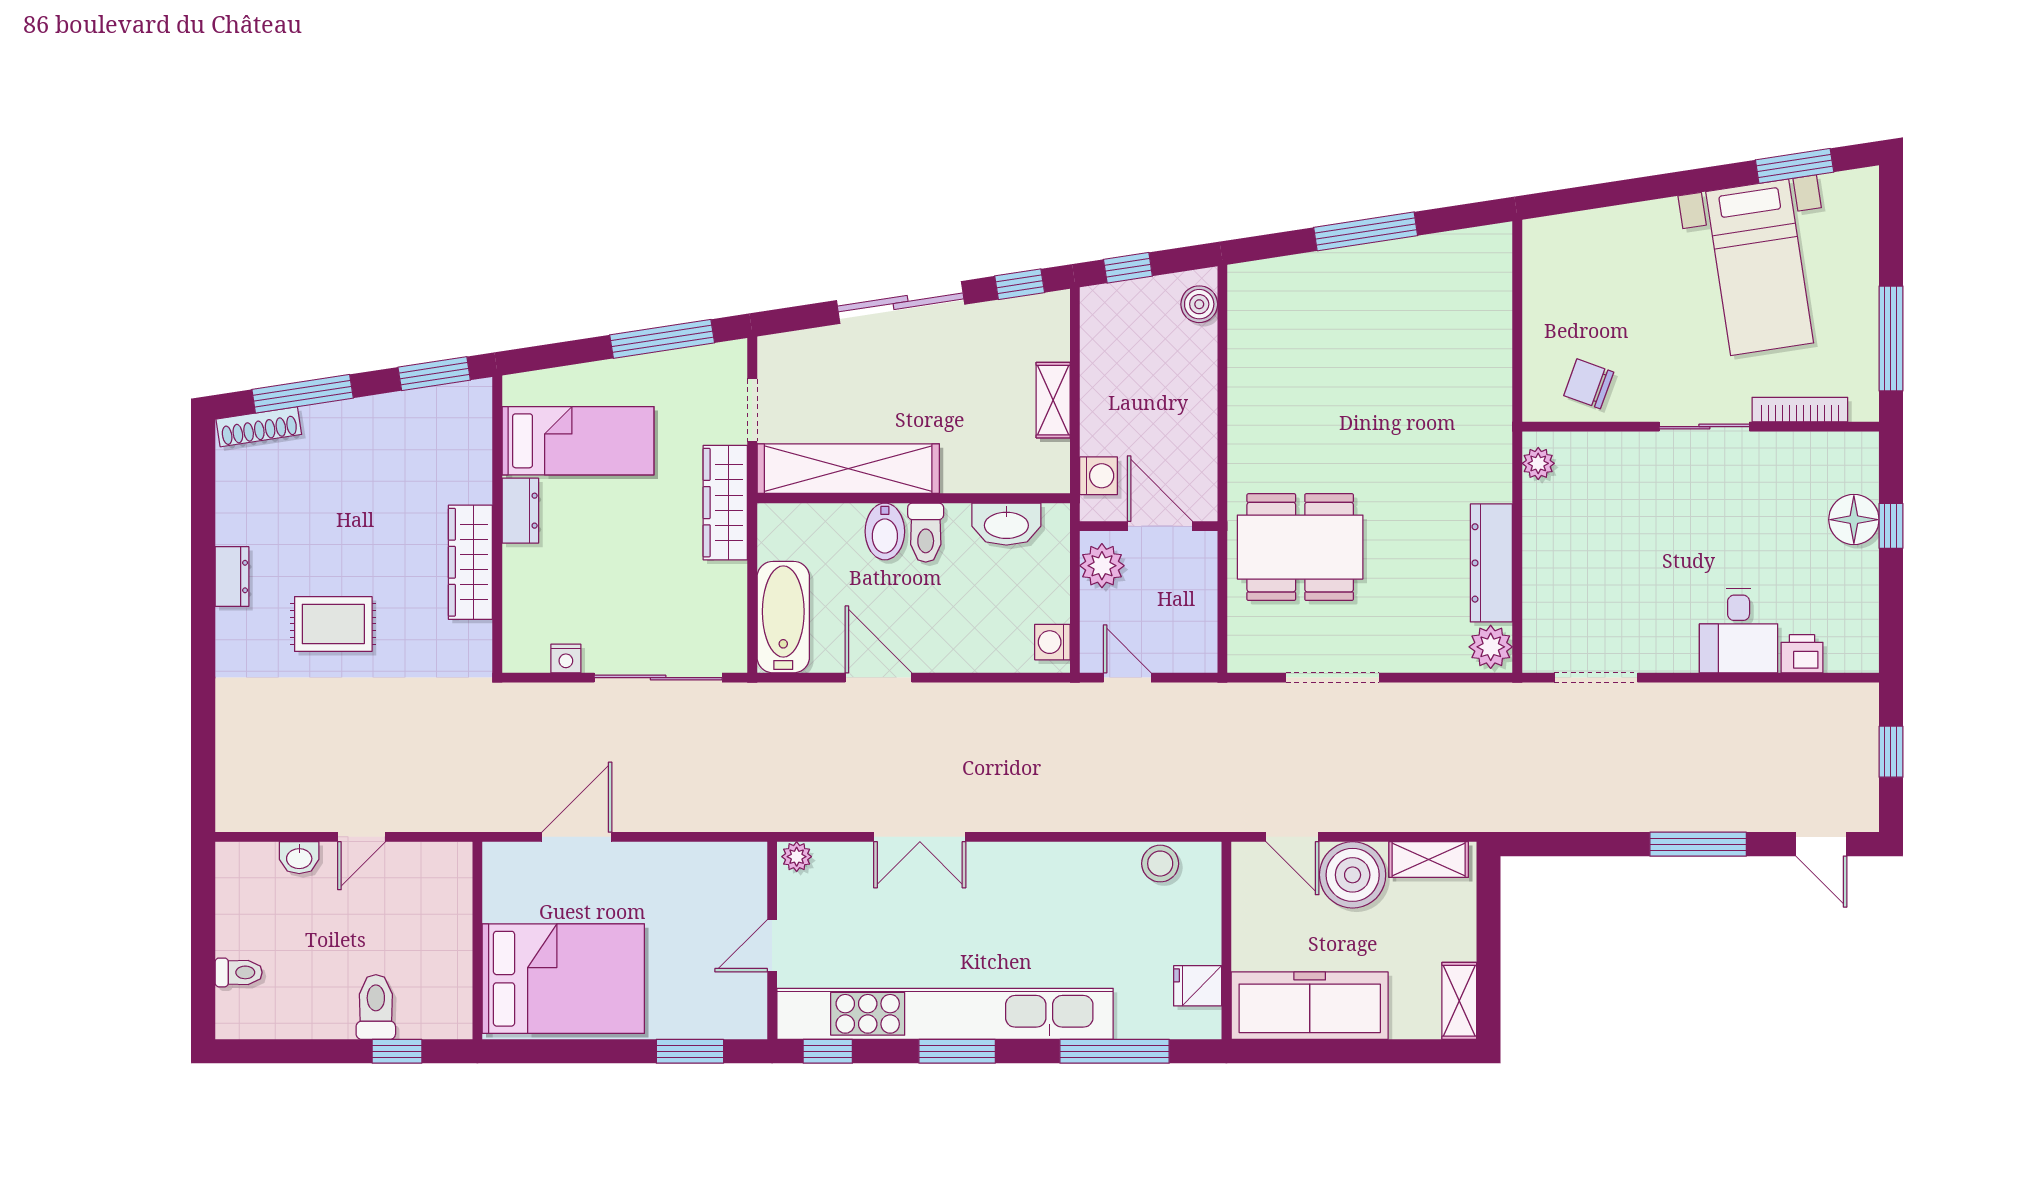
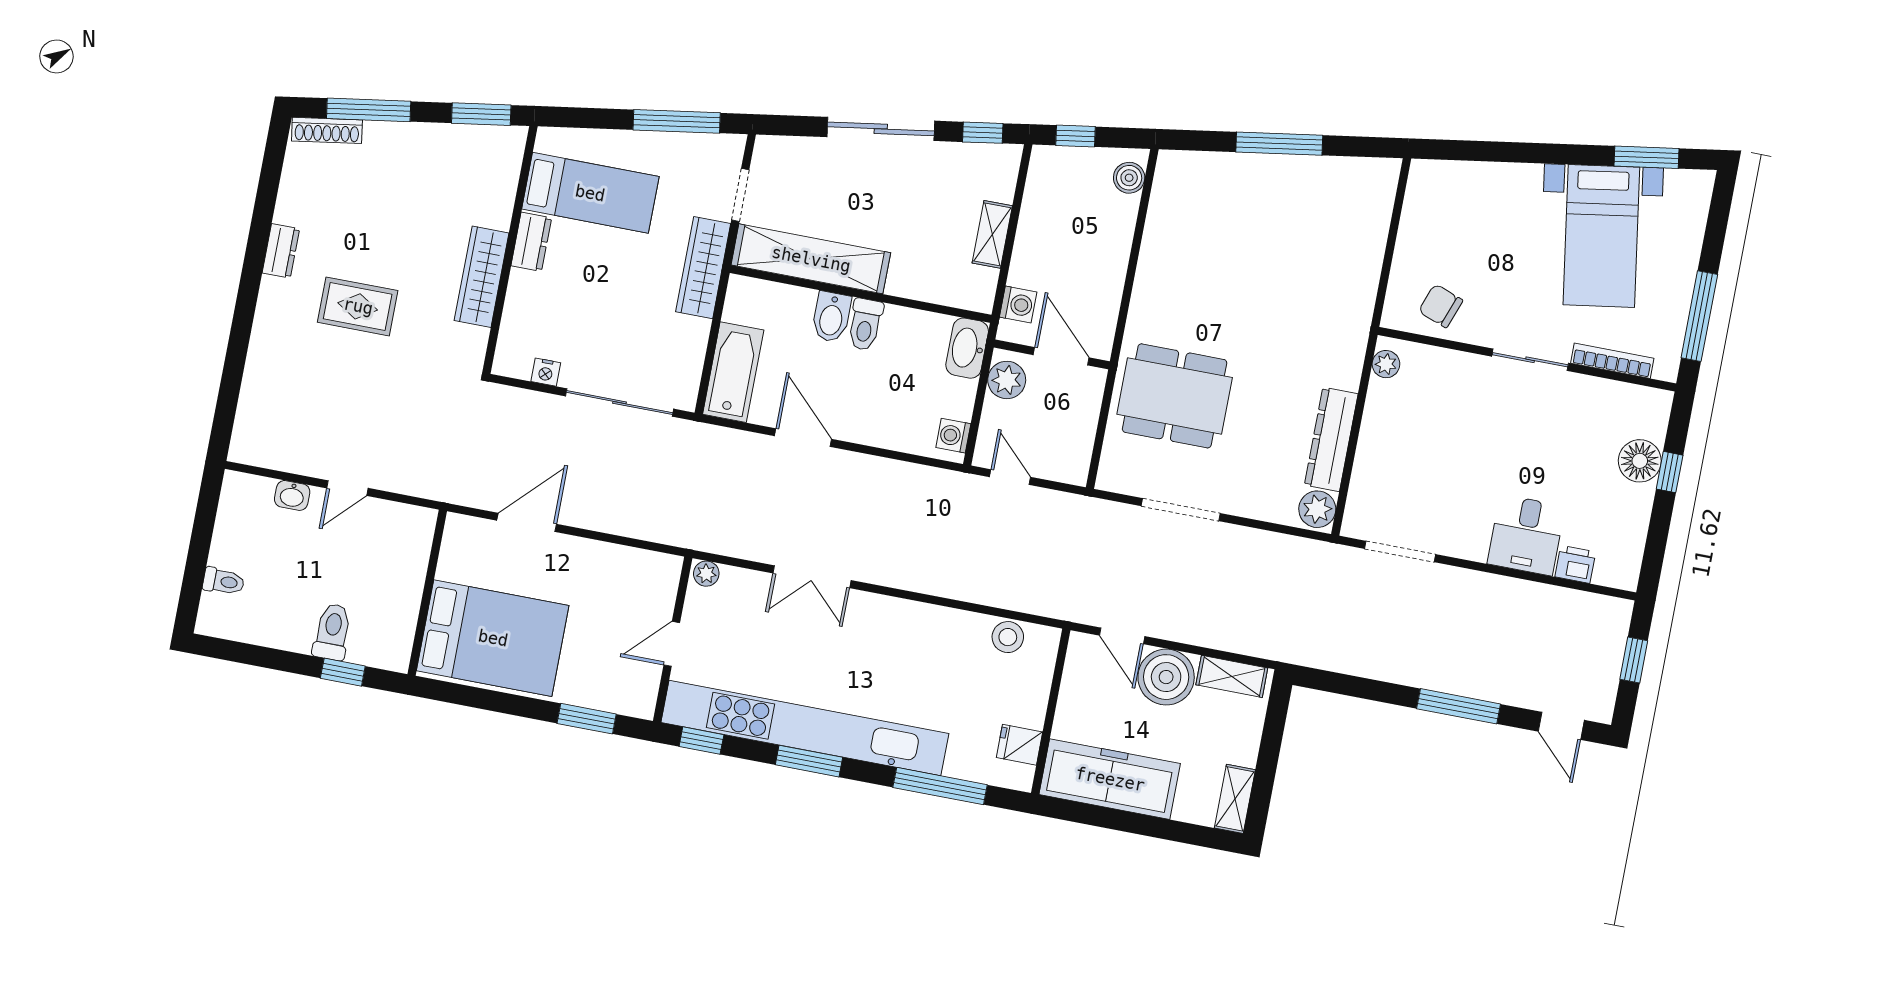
washbasin: (1006, 524) -> (967, 348), moved, turned 90

